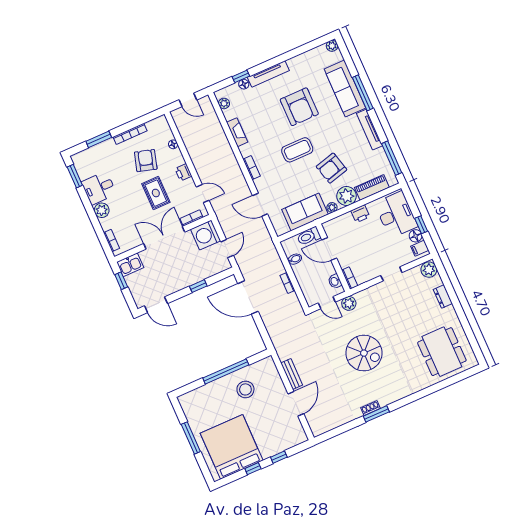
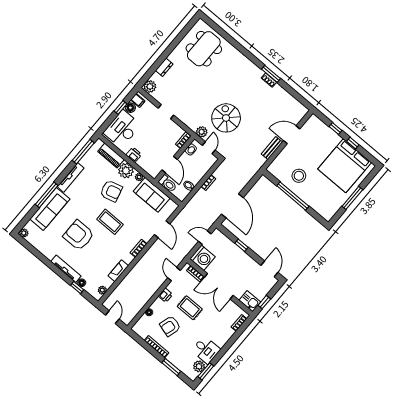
armchair: (299, 107) -> (79, 235), turned -90
rug: (156, 193) -> (190, 308), turned 90
plant: (102, 210) -> (199, 366), moved
spiral stairs: (364, 353) -> (226, 118), moved

